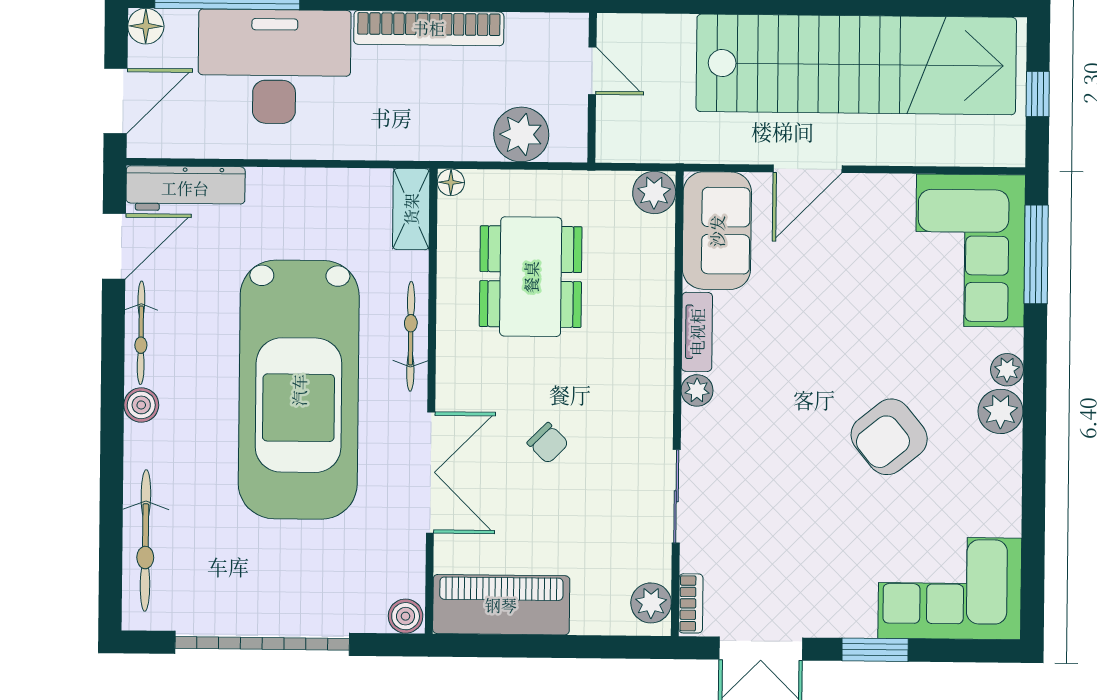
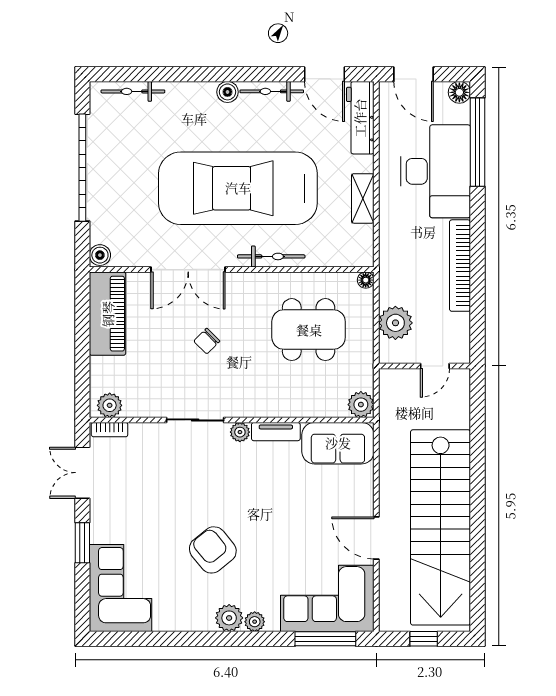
door: (808, 169) -> (376, 538), moved
shelving: (411, 209) -> (363, 198), moved, turned 90
sliding door: (676, 496) -> (195, 420), moved
bicycle: (145, 540) -> (133, 91), width x0.73, depth x0.71

